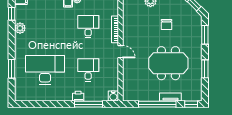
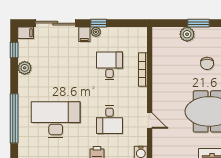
door: (120, 52) -> (150, 121), moved
window: (12, 69) -> (14, 118), width x2.11
desk: (88, 70) -> (109, 120), turned 180

